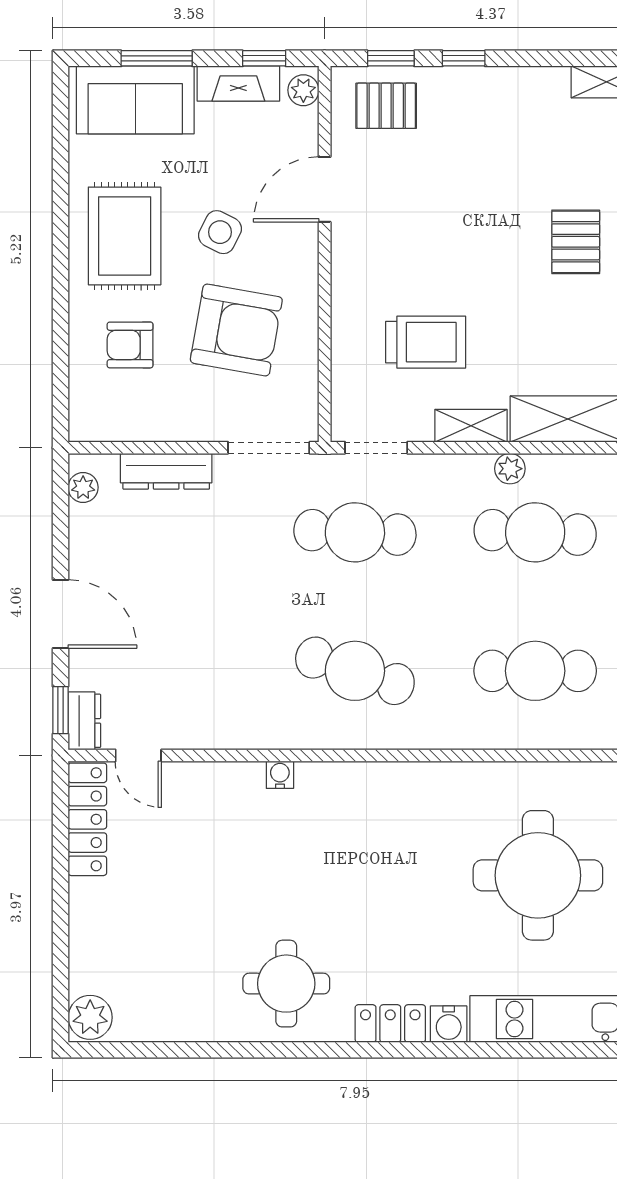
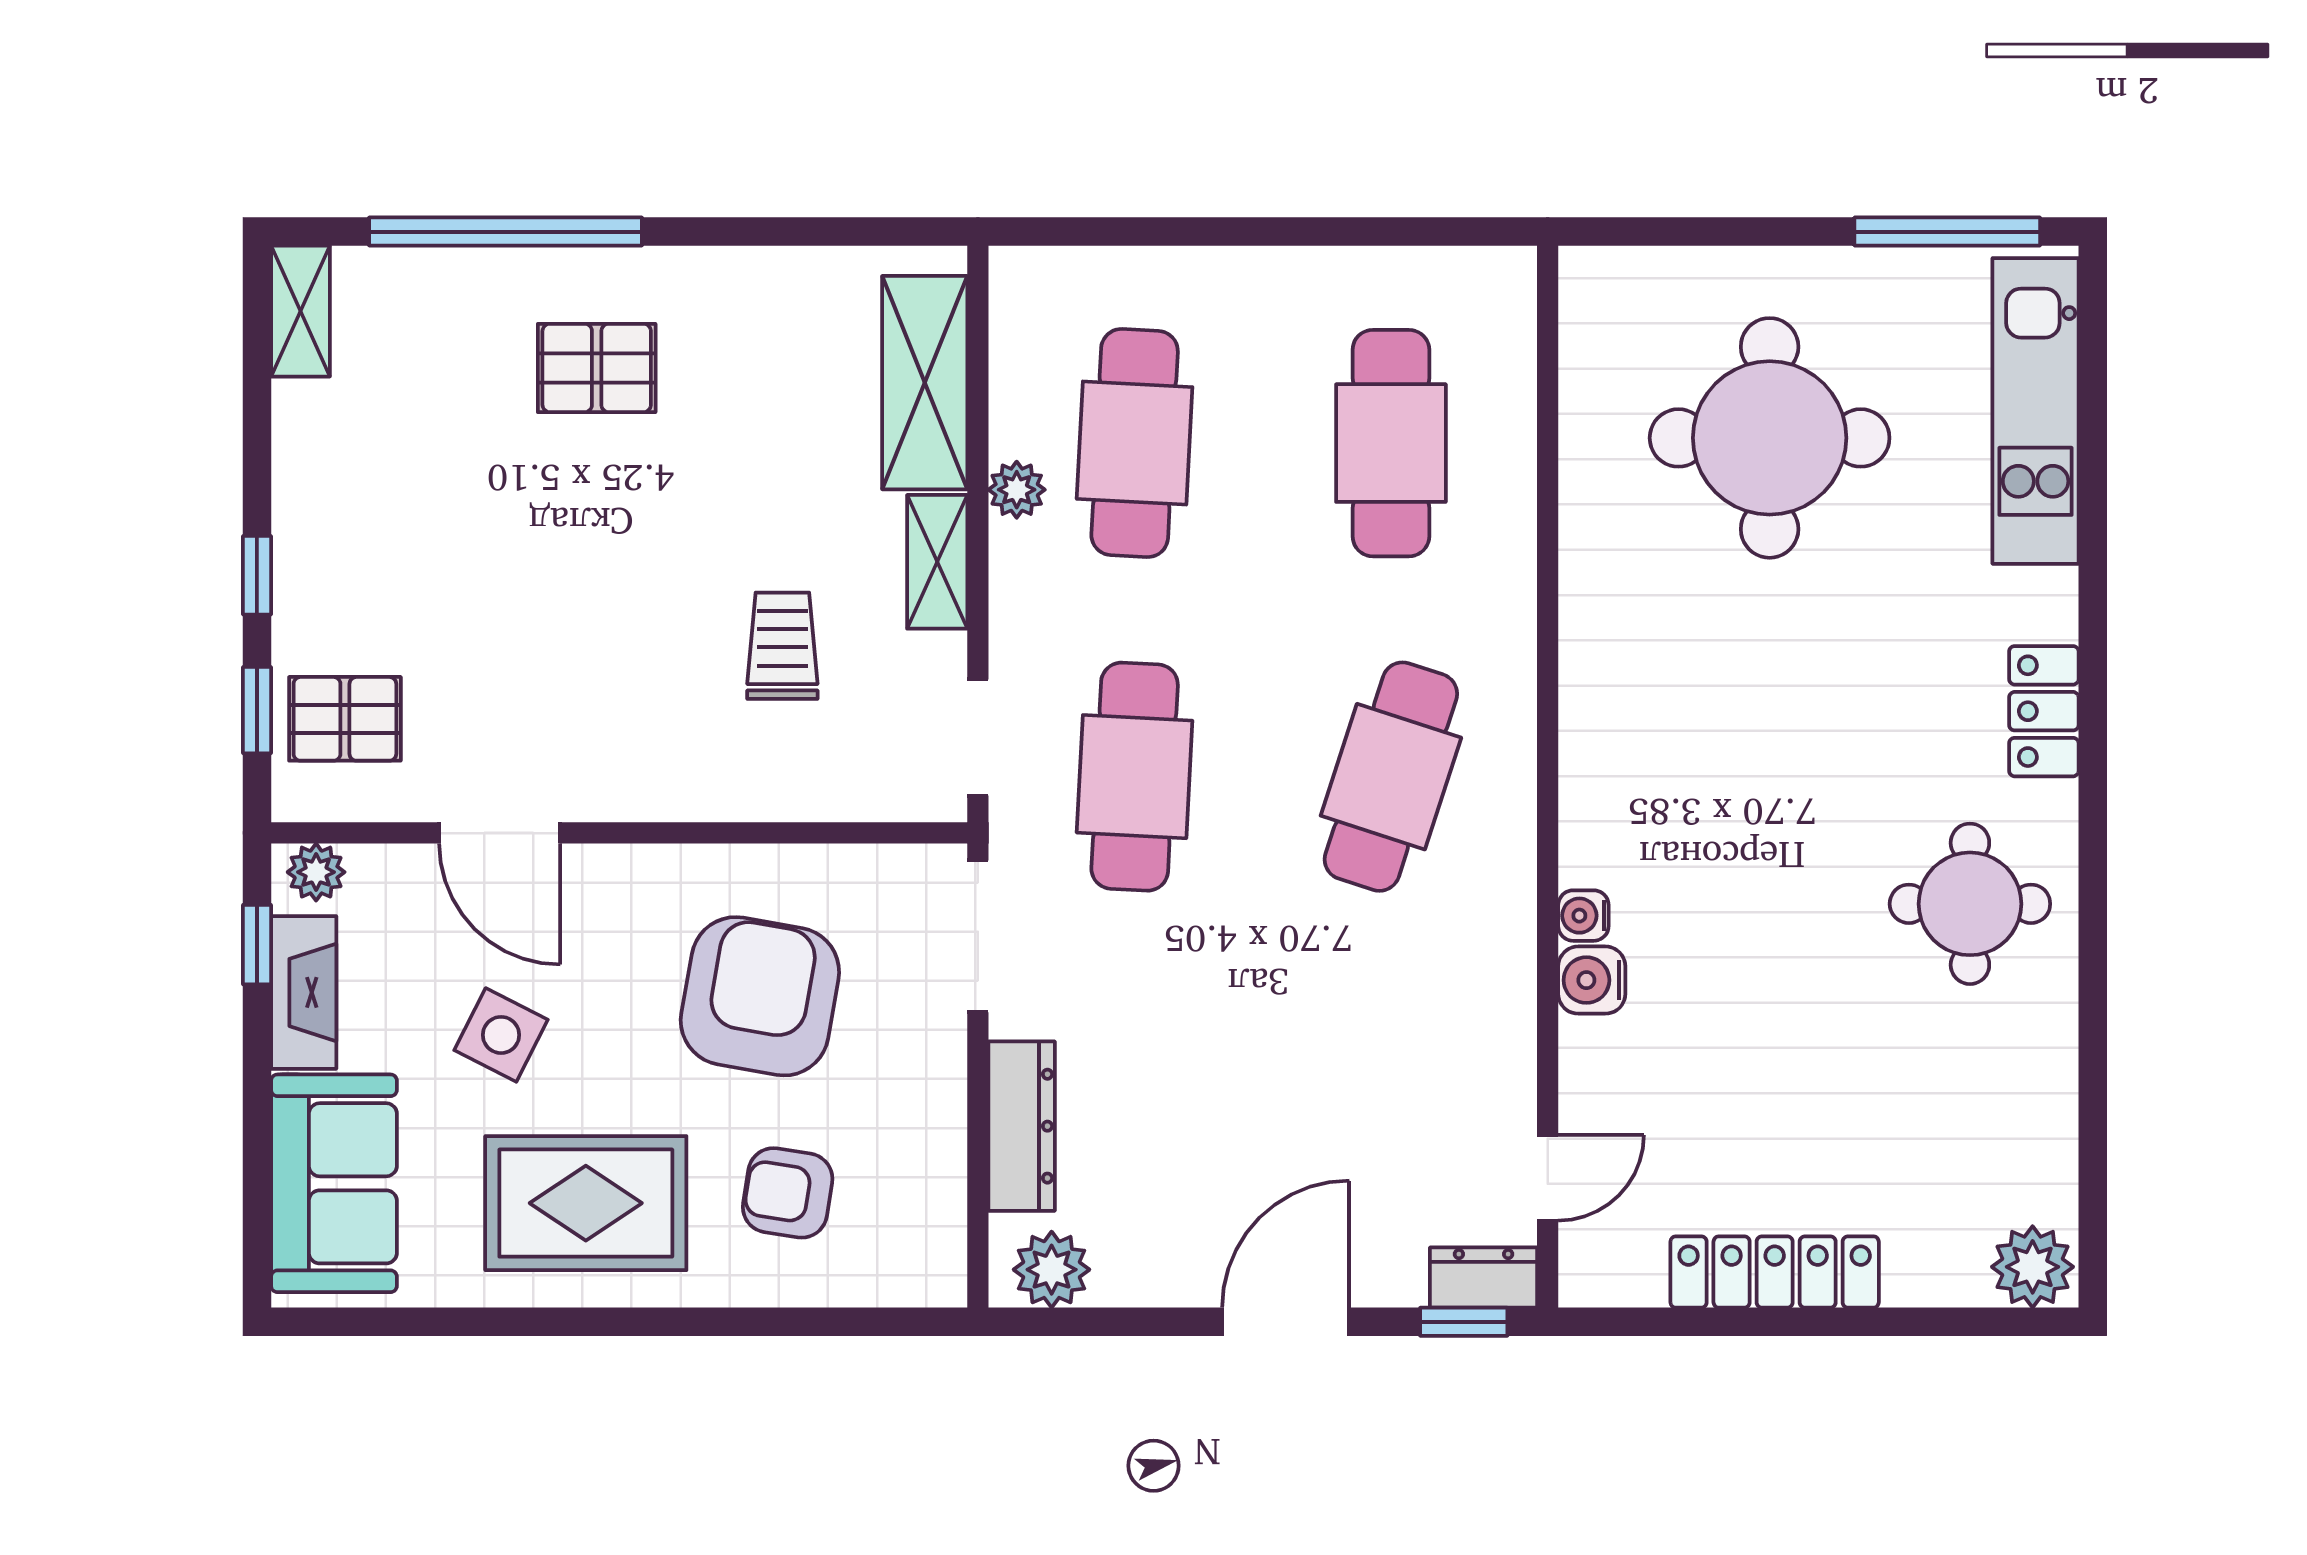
window: (157, 58) -> (257, 1144), removed
pallet: (386, 106) -> (345, 719), turned 90
side table: (220, 232) -> (501, 1035), moved
trolley: (426, 342) -> (782, 646), width x0.73, depth x0.72
armchair: (130, 345) -> (788, 1193), turned 99
plant: (83, 487) -> (1052, 1270), width x1.38, depth x1.38
locker: (87, 819) -> (1775, 1272), moved
water cooler: (449, 1024) -> (1592, 980), moved, turned 180

